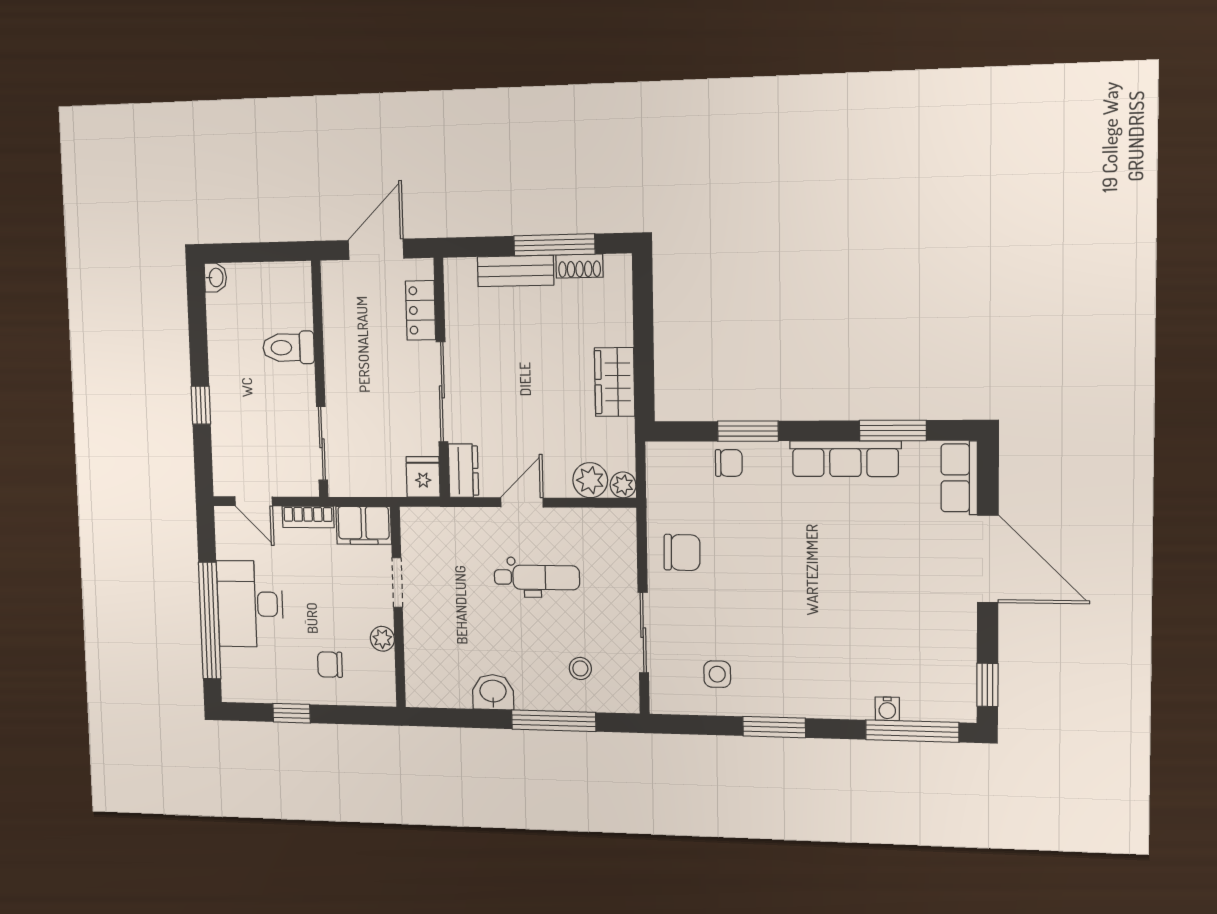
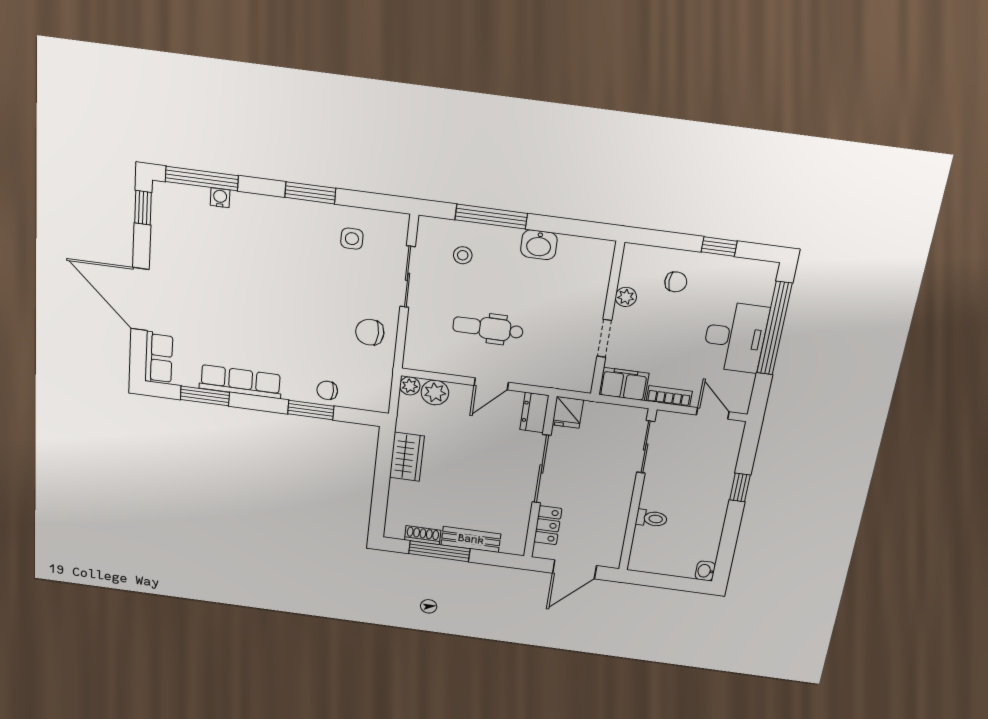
toilet: (288, 348) -> (652, 518), width x0.73, depth x0.72

